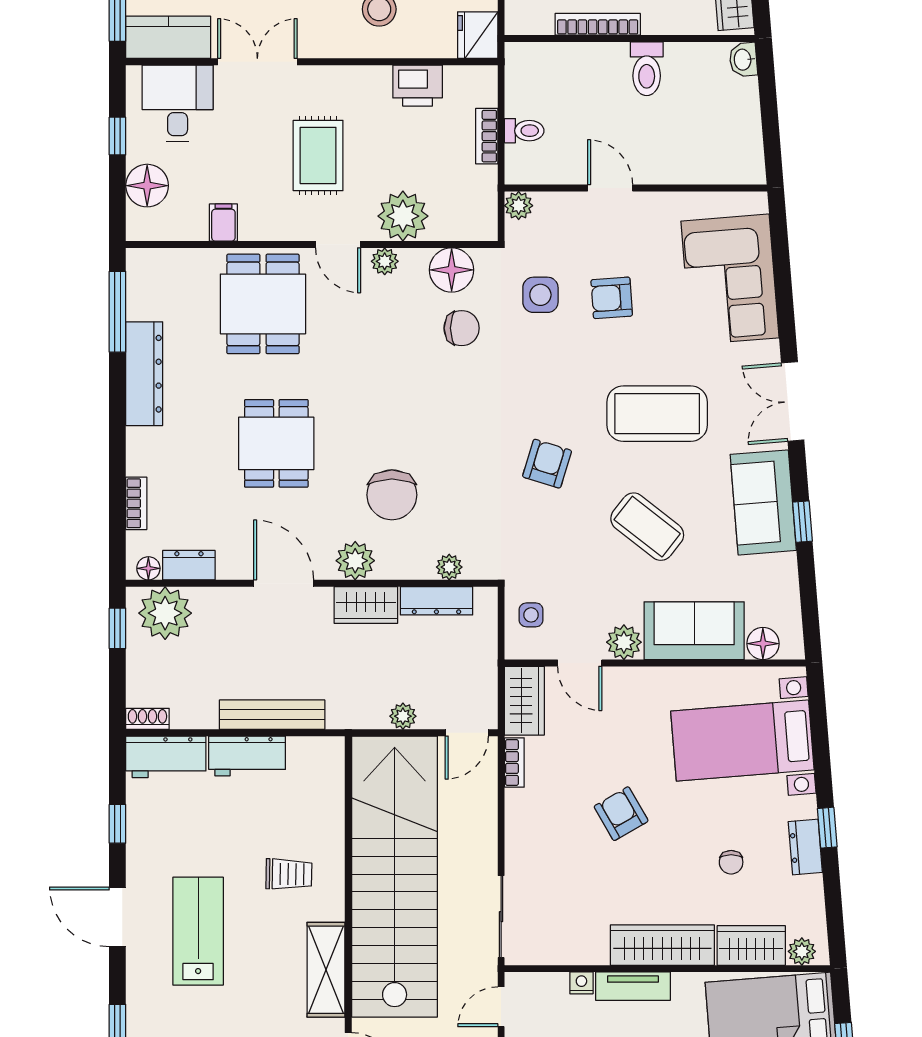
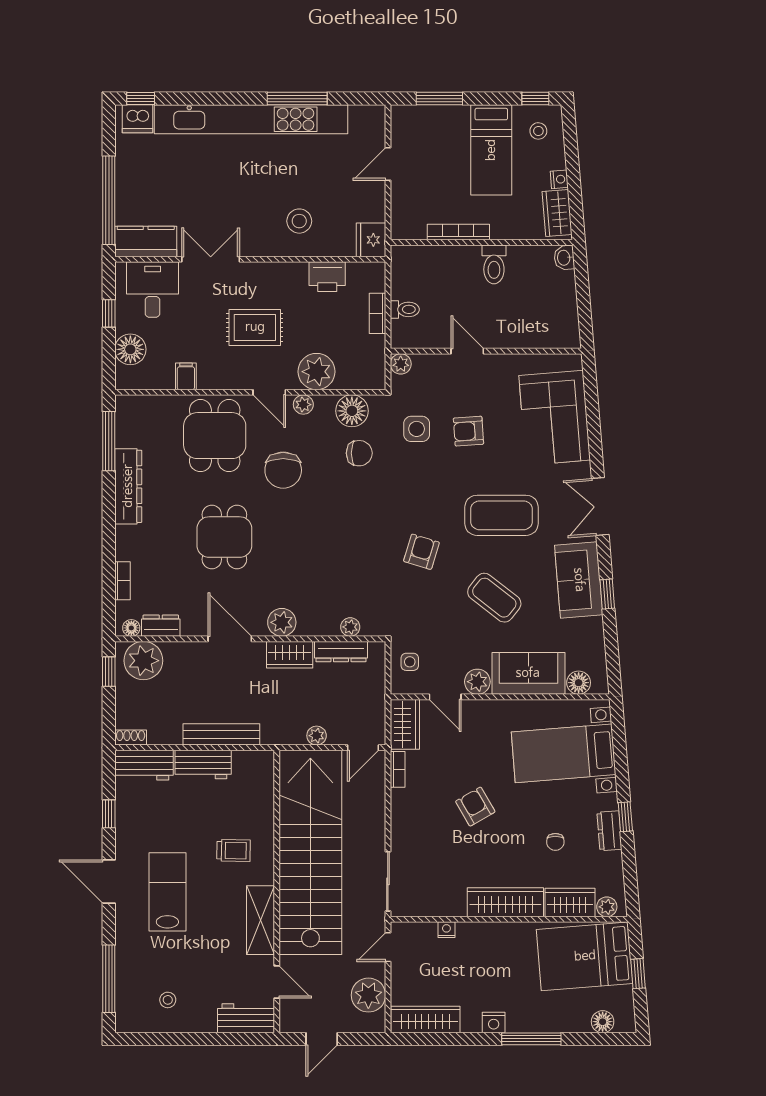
rug: (318, 155) -> (255, 327), turned 90
chair: (392, 495) -> (283, 470), moved
tv unit: (633, 986) -> (484, 932), removed

